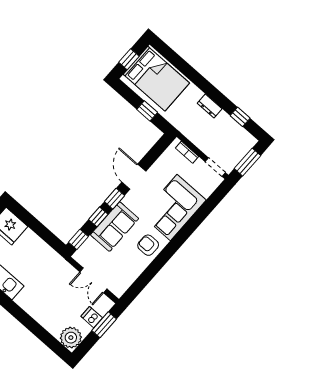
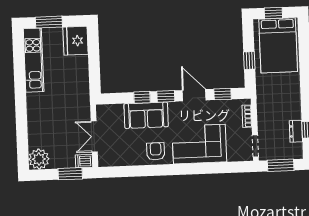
dresser: (210, 106) -> (296, 131), moved
door: (134, 177) -> (194, 95), hinge flipped
window: (78, 239) -> (223, 94), moved
dishwasher: (92, 317) -> (84, 161), moved, turned -90

